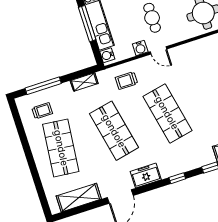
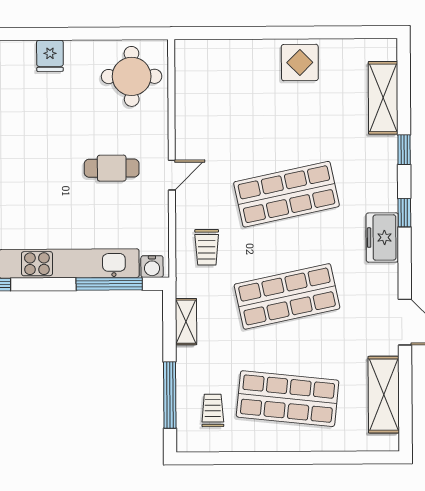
window: (87, 24) -> (109, 284), moved
water cooler: (140, 48) -> (158, 205), removed
freezer: (146, 176) -> (382, 237), moved

